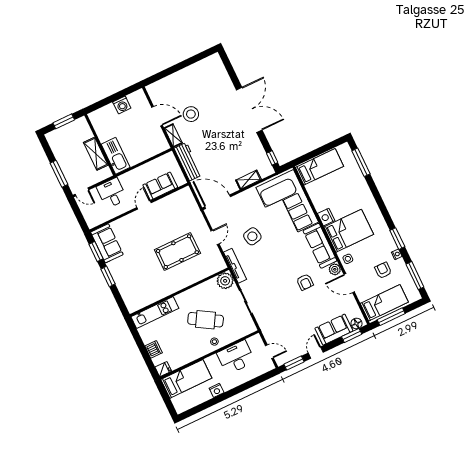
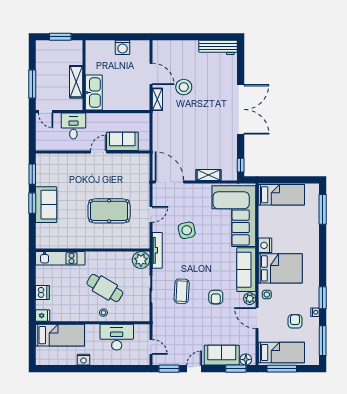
workbench: (188, 162) -> (218, 47), moved, turned 90
sofa: (107, 243) -> (46, 205), moved
coffee table: (273, 291) -> (182, 291), added

